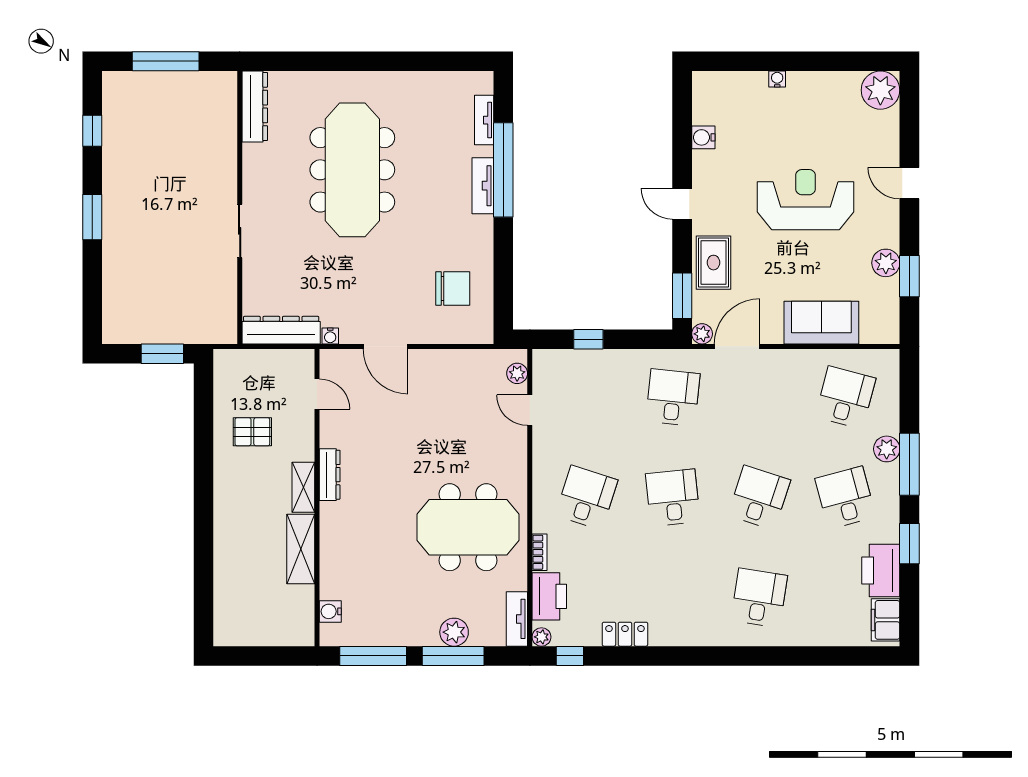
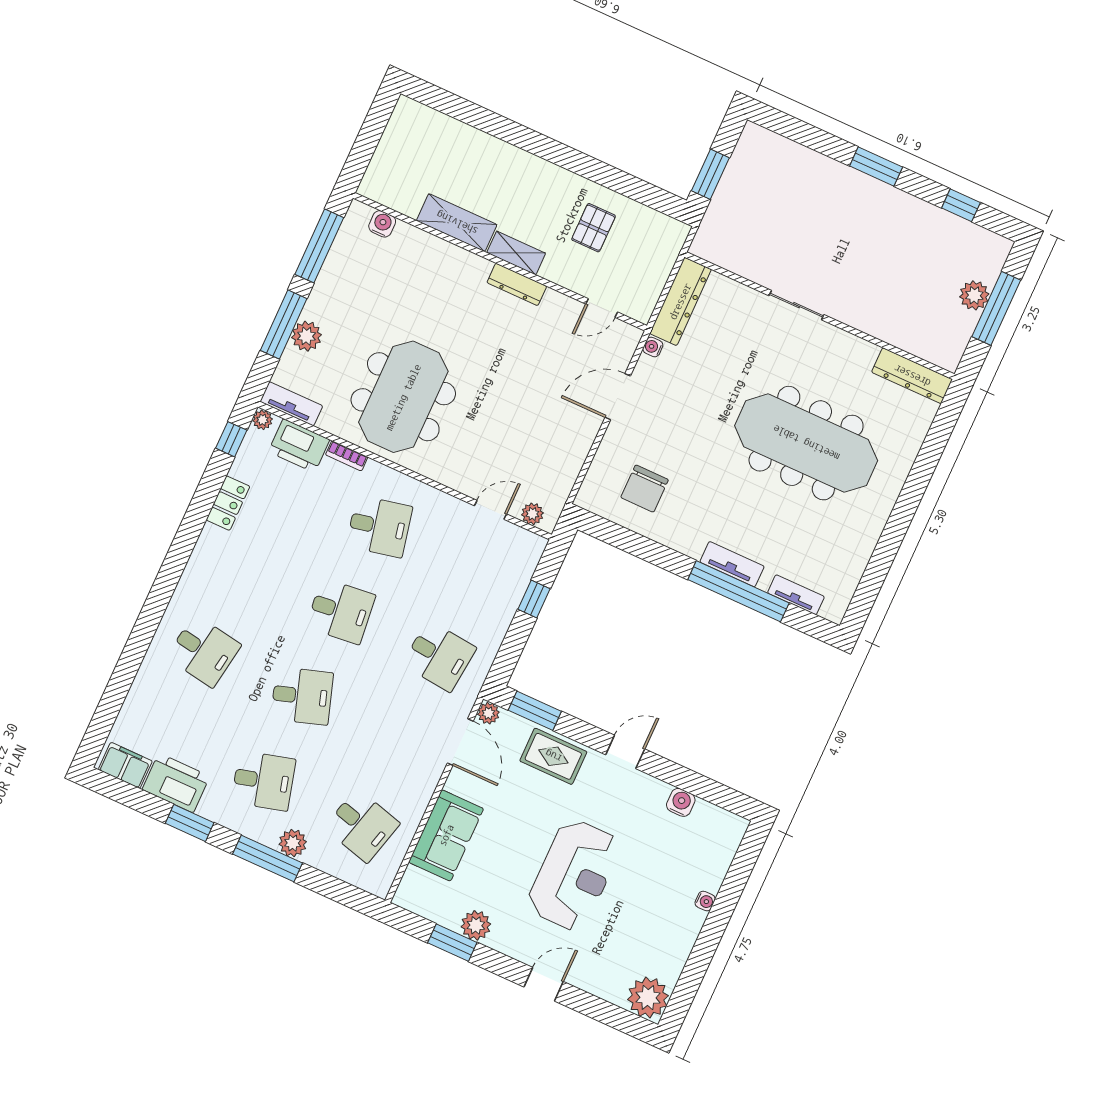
plant: (163, 85) -> (974, 295), added
desk: (586, 498) -> (379, 526), turned -30
desk: (759, 498) -> (302, 696), turned -36

